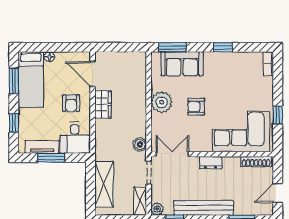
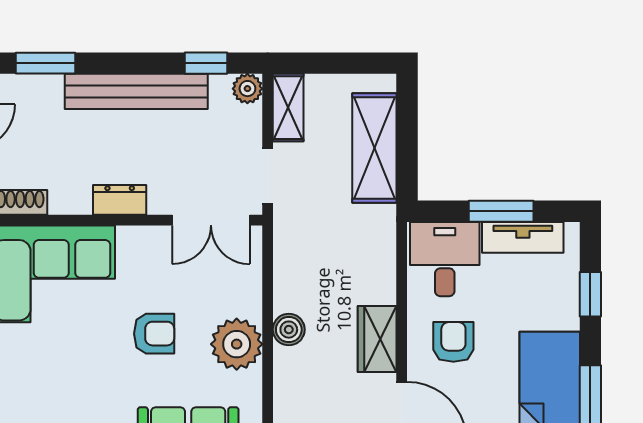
boiler: (140, 145) -> (289, 330), moved

